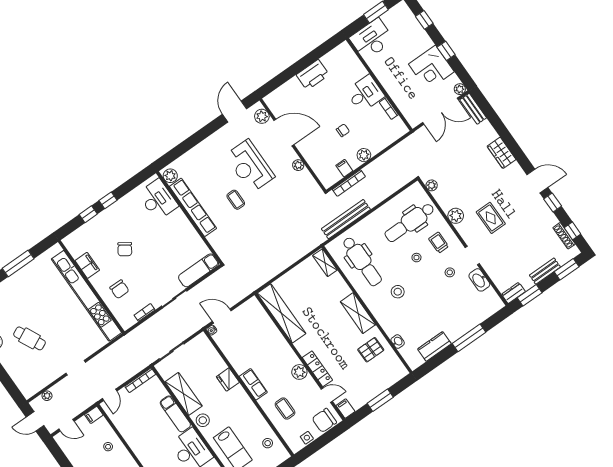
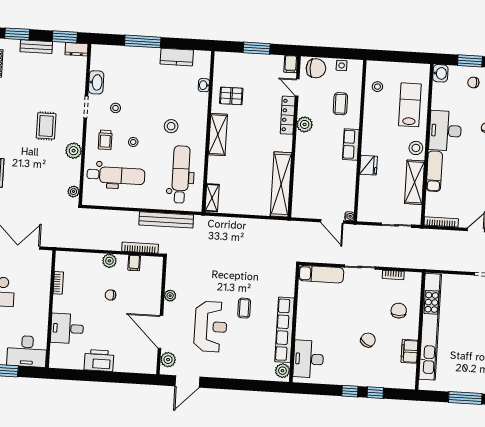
desk: (365, 94) -> (67, 329), moved

